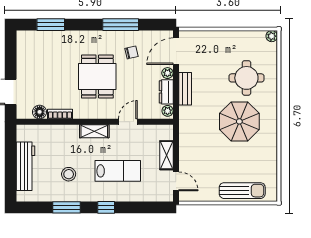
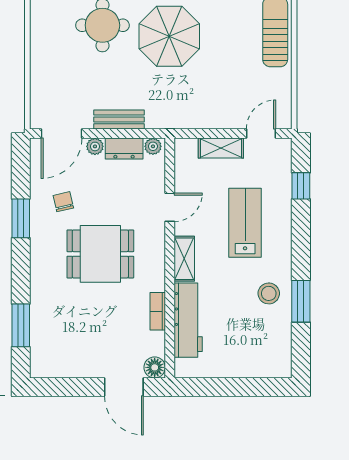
window: (121, 25) -> (21, 218), width x0.69
door: (176, 51) -> (62, 133), hinge flipped
floor lamp: (40, 112) -> (155, 367), moved
door: (128, 122) -> (170, 207), swing flipped
workbench: (26, 166) -> (188, 320), moved, turned 90
stool: (69, 174) -> (269, 293), moved
window: (106, 207) -> (301, 186), moved

